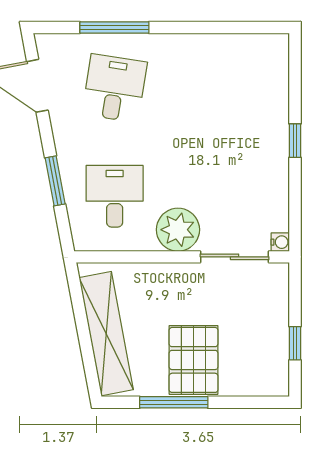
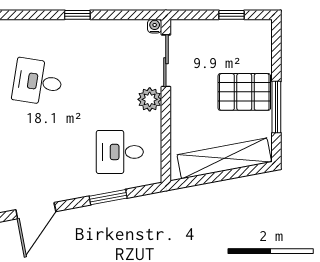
desk: (115, 88) -> (38, 82), moved
plant: (178, 230) -> (150, 99), width x0.73, depth x0.73

